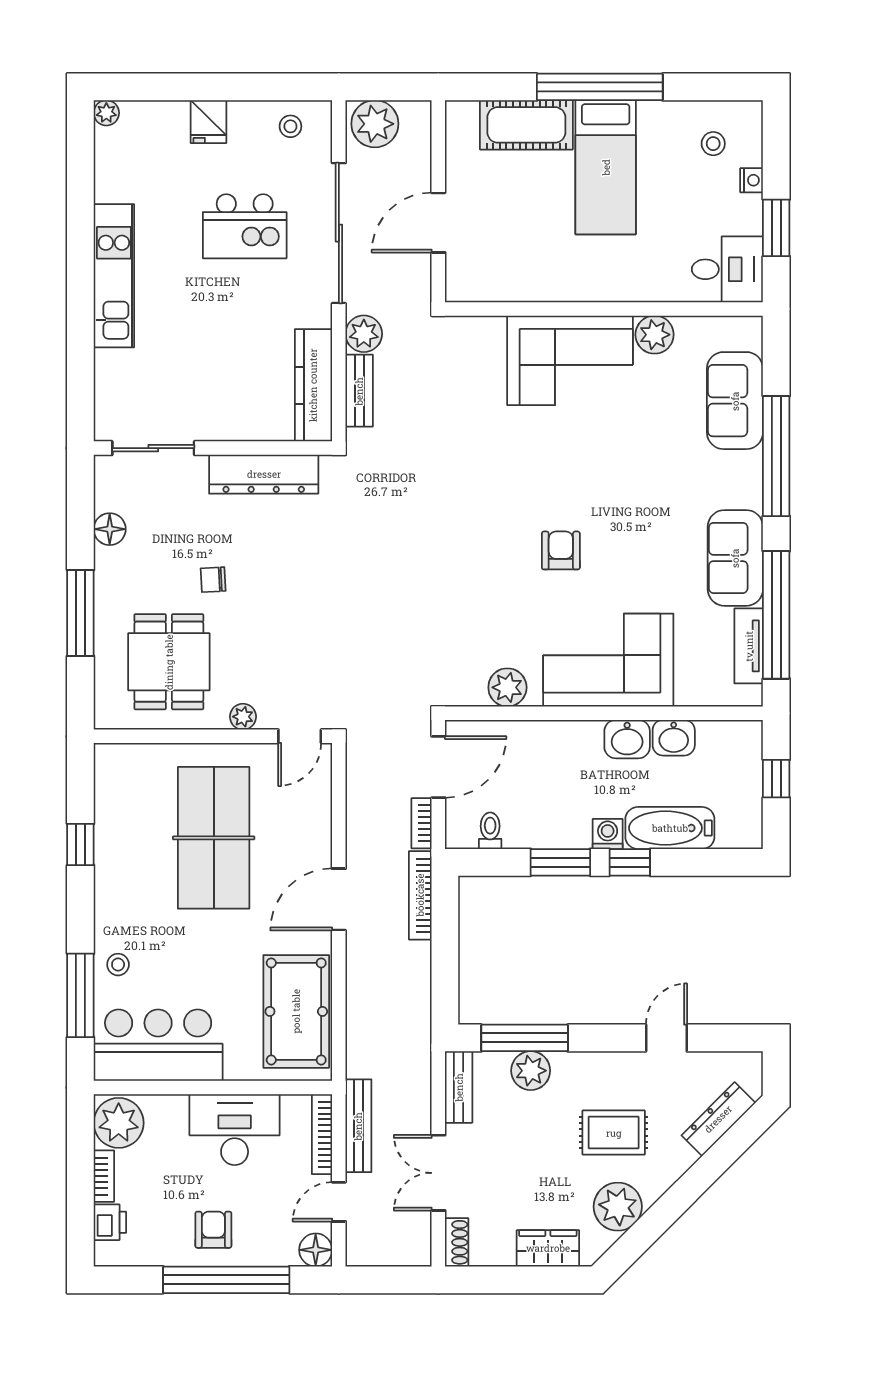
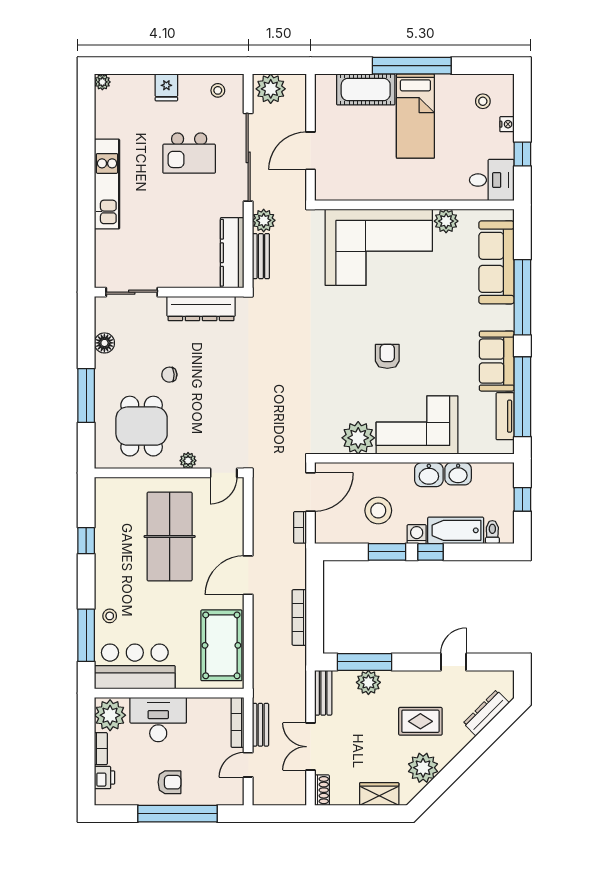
window: (776, 228) -> (522, 154), width x0.67
corner sofa: (570, 360) -> (379, 247), width x1.36, depth x1.36
sofa: (735, 401) -> (496, 262), width x1.36
plant: (507, 687) -> (358, 438), width x1.36, depth x1.36
stool: (546, 796) -> (378, 511), added
toilet: (490, 831) -> (492, 532), moved
bookcase: (420, 895) -> (299, 618), moved
bench: (358, 1126) -> (260, 725), width x0.73
desk: (235, 1130) -> (158, 719), moved
armchair: (213, 1230) -> (169, 782), turned 90
floor lamp: (316, 1250) -> (234, 795), removed

